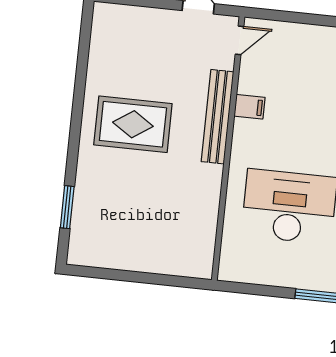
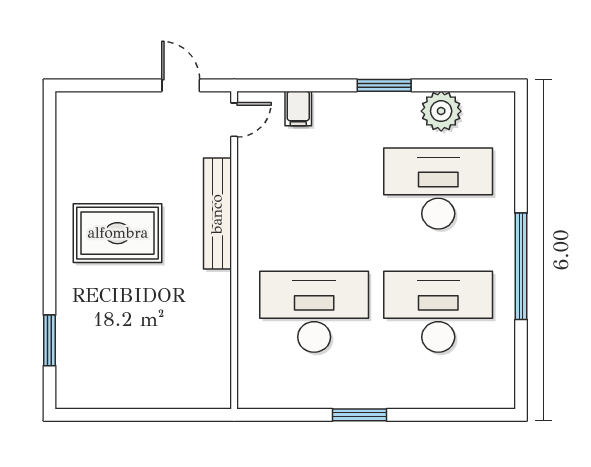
filing cabinet: (249, 107) -> (298, 108), moved, turned 90

